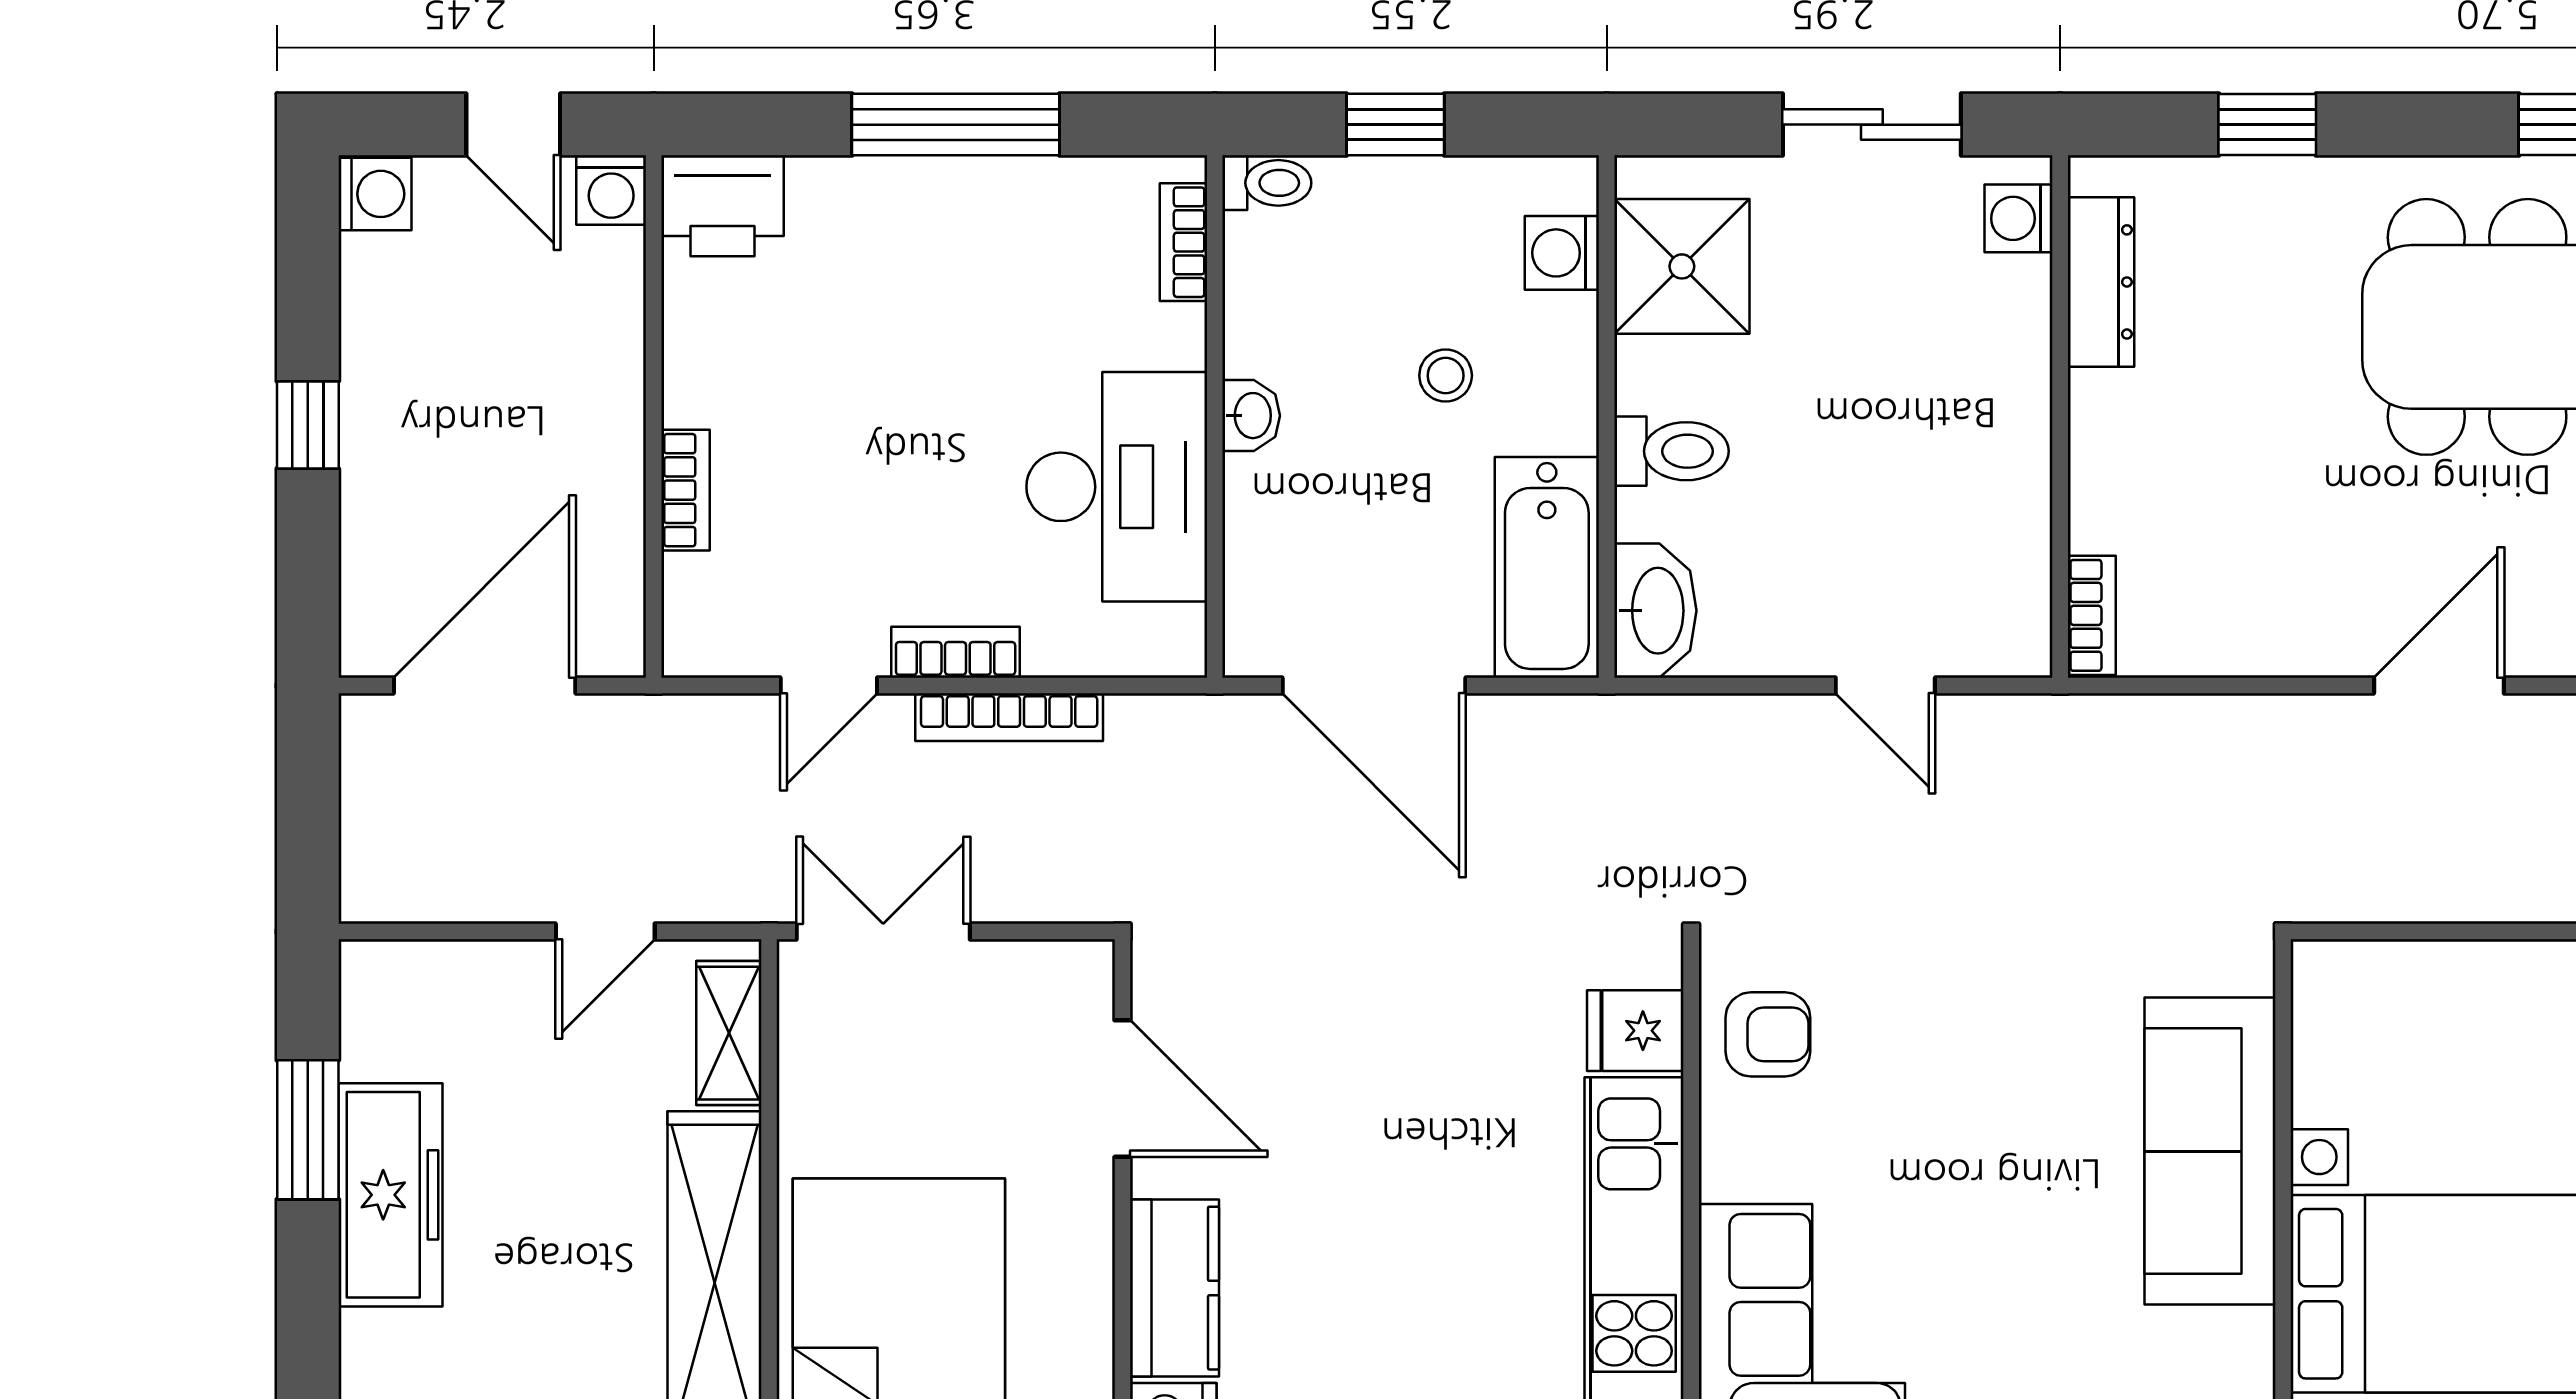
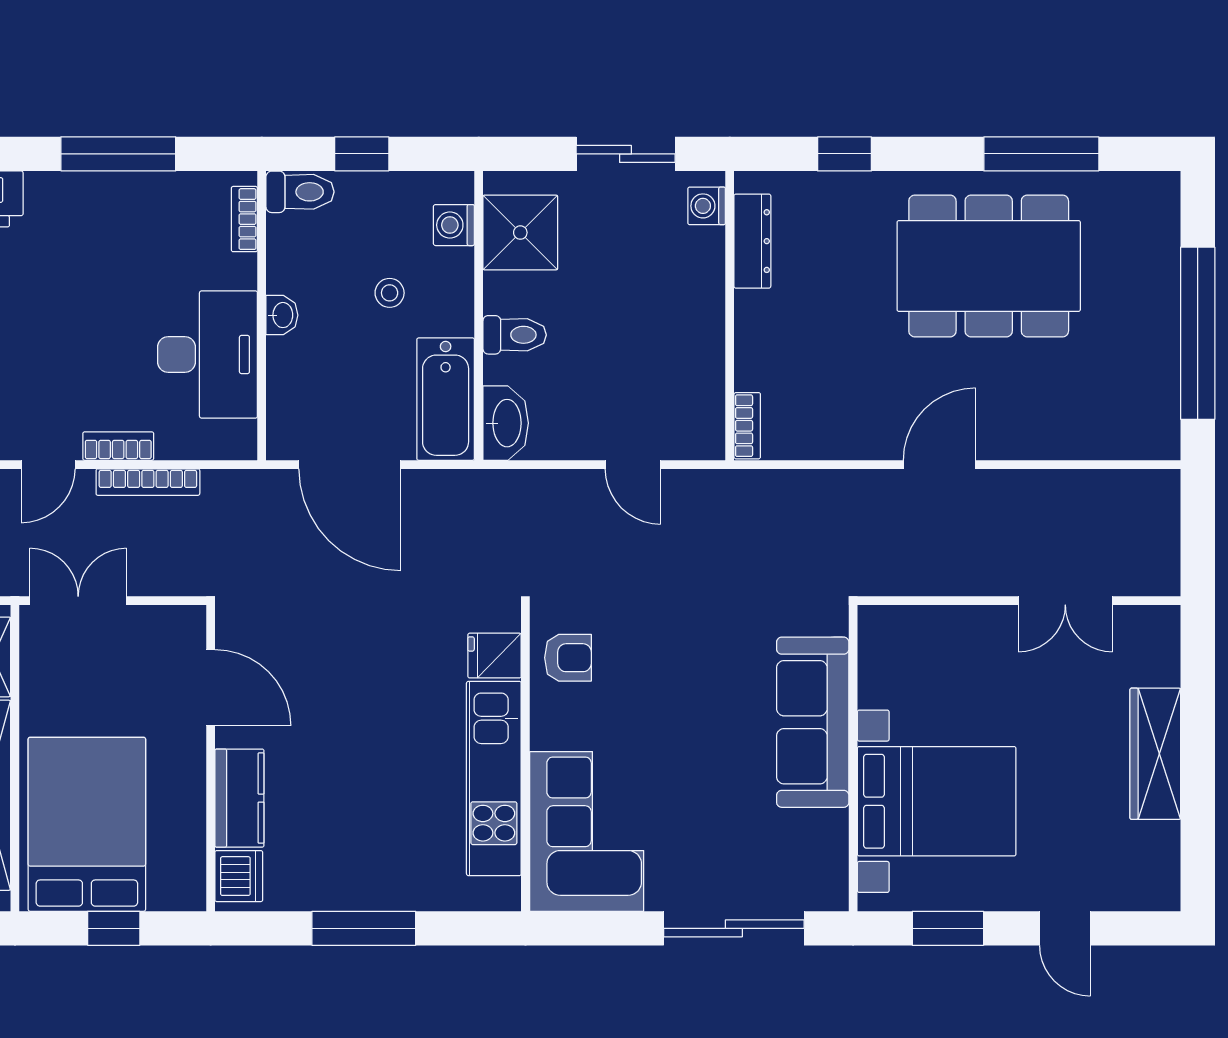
toilet: (1267, 183) -> (300, 192), width x1.37, depth x1.39

